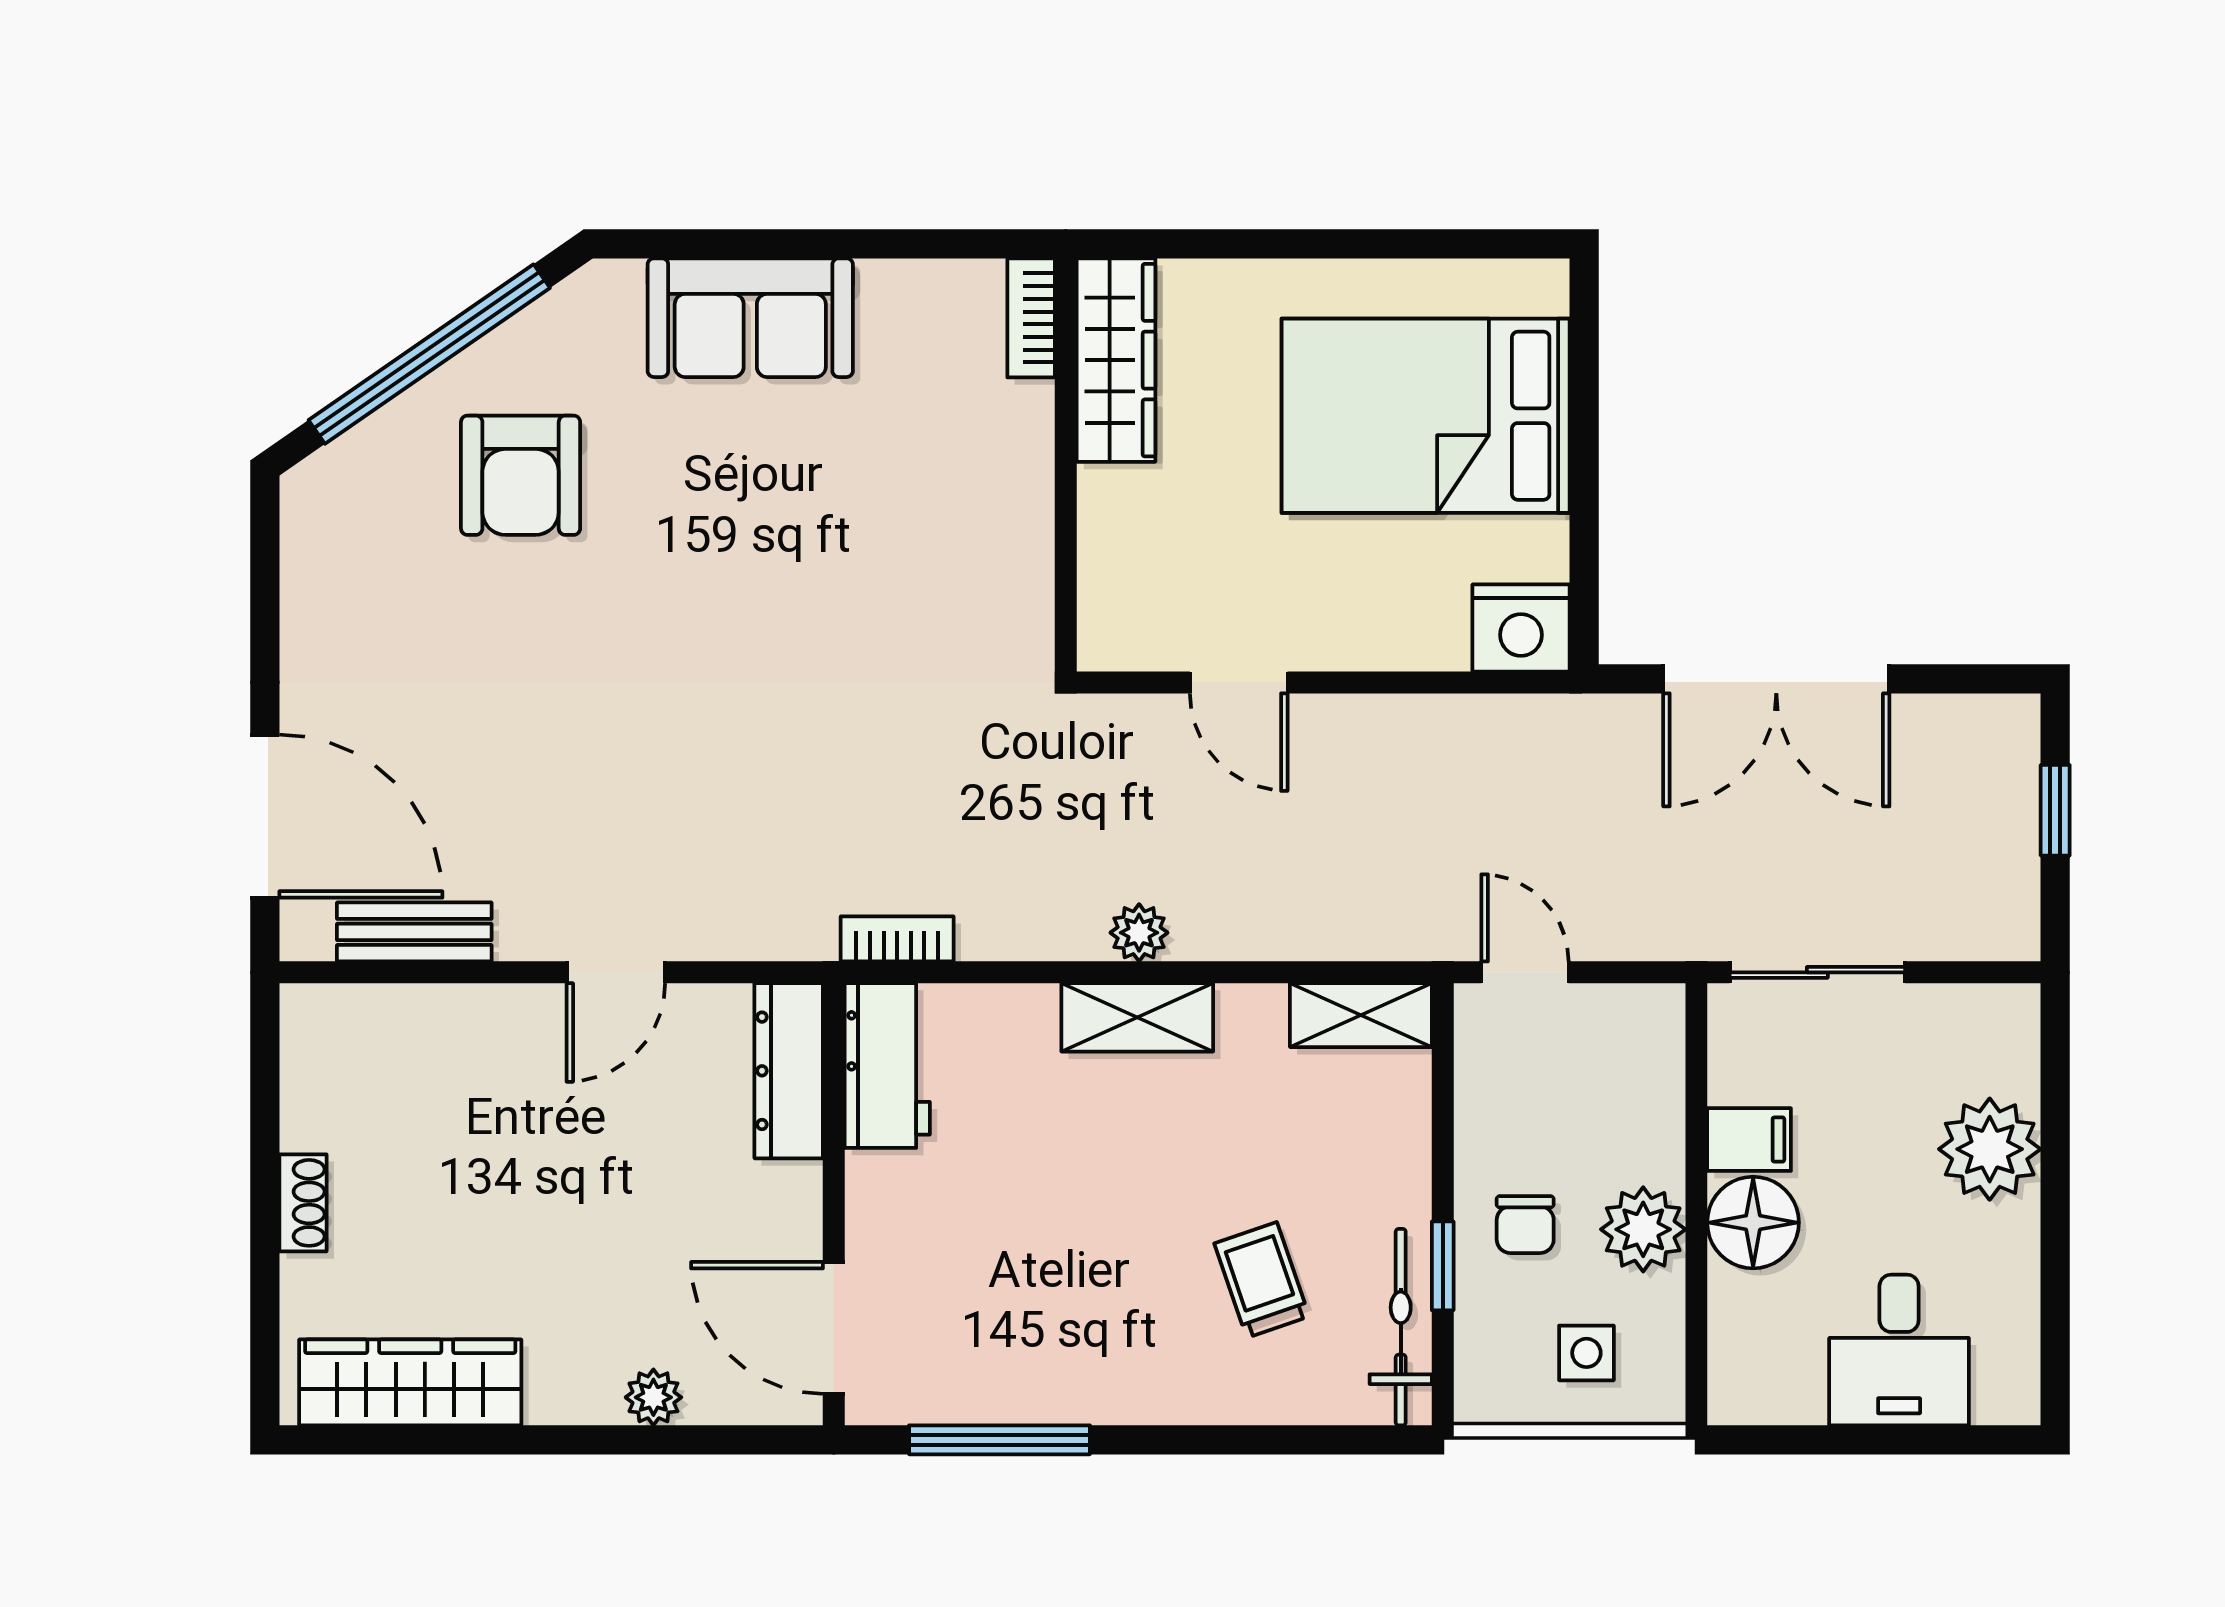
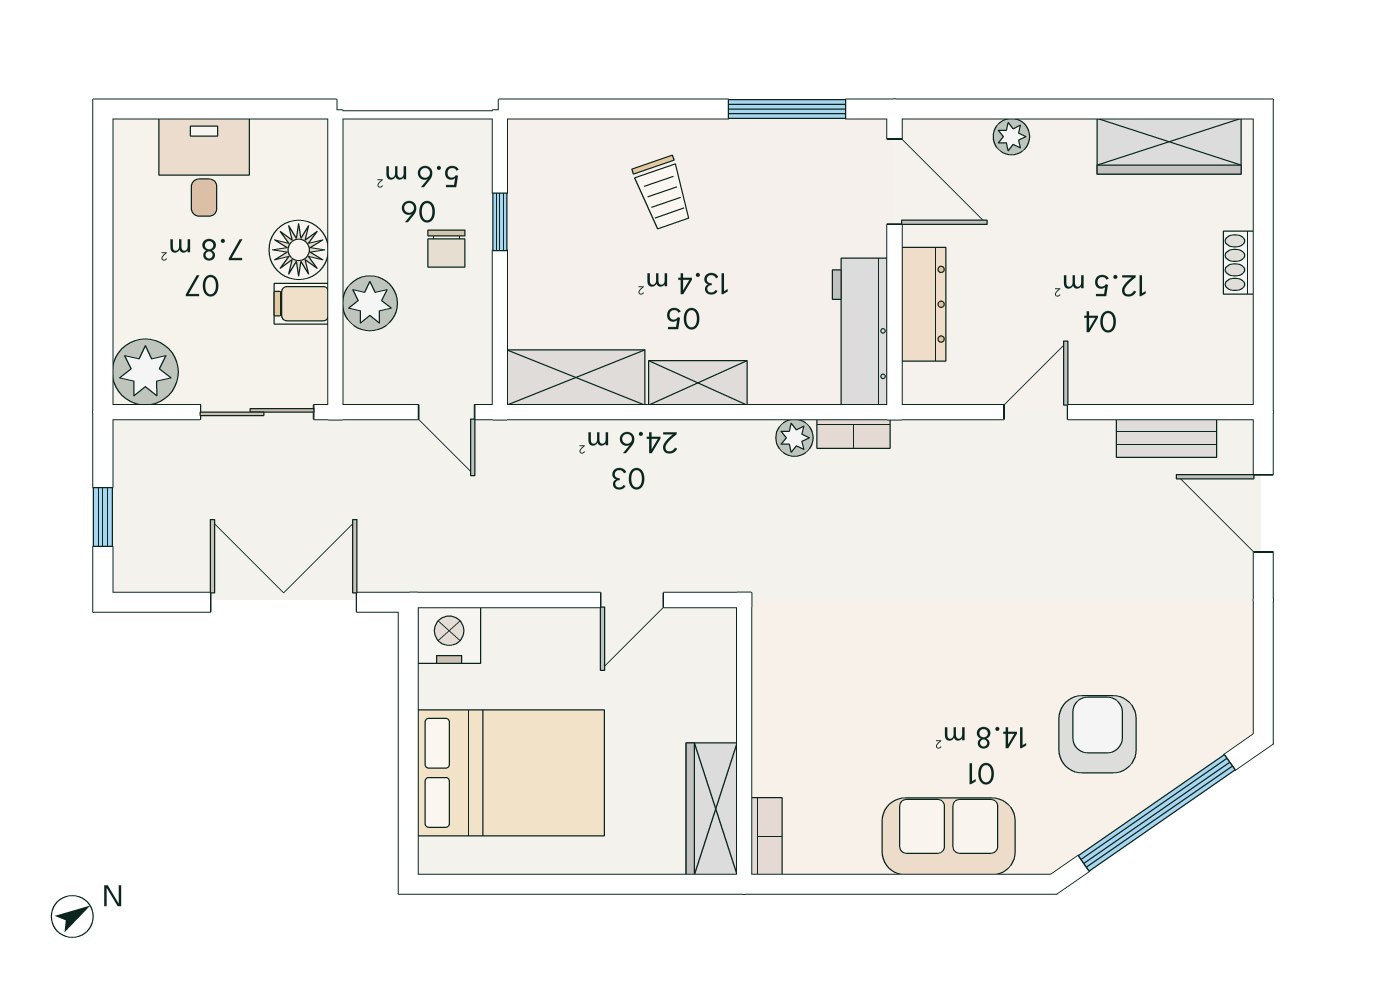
door: (1239, 682) -> (632, 600), swing flipped
door: (265, 816) -> (1263, 513), width x0.73
plant: (1139, 933) -> (794, 438), moved
shelving: (1361, 1015) -> (576, 377), width x1.50, depth x1.33
workbench: (887, 1066) -> (860, 332), width x1.37
dresser: (789, 1071) -> (924, 304), moved
plant: (1990, 1149) -> (145, 372), moved
chair: (1525, 1225) -> (446, 249), turned 180
plant: (1643, 1229) -> (370, 303), moved
trolley: (1262, 1280) -> (663, 193), moved
bicycle: (1401, 1327) -> (527, 182), removed
side table: (1586, 1353) -> (407, 165), removed

